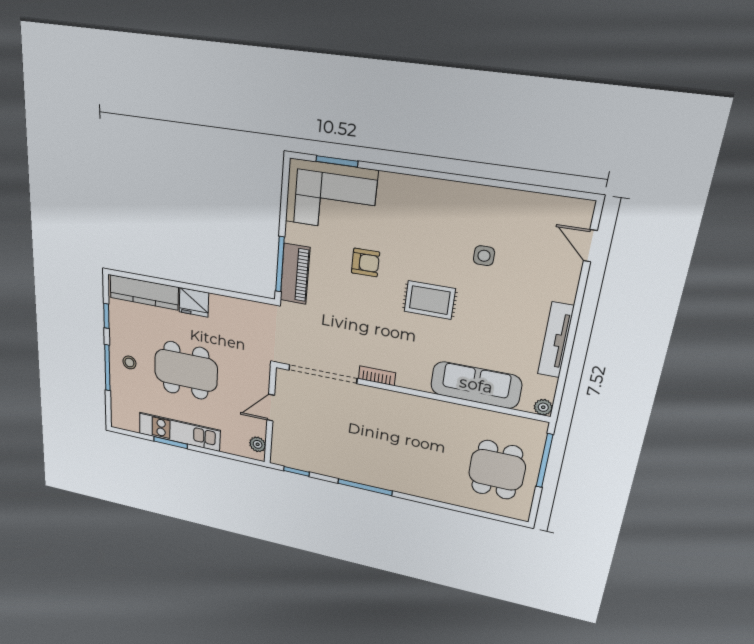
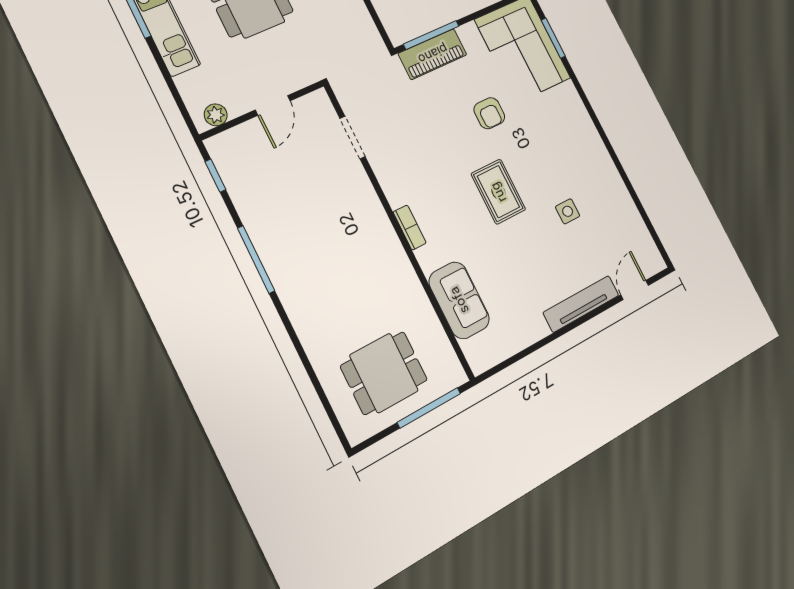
tv unit: (556, 340) -> (581, 304), moved
doorway: (323, 374) -> (352, 138), width x0.53
bookcase: (377, 376) -> (410, 227), moved
sofa: (476, 385) -> (459, 300), width x0.73
plant: (543, 407) -> (479, 363), removed
door: (271, 408) -> (273, 105), swing flipped

